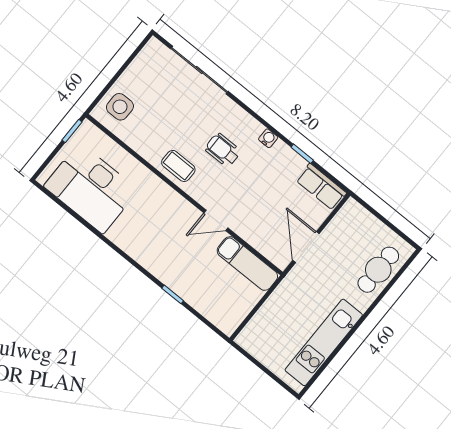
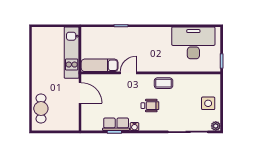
plant: (154, 47) -> (216, 126), added
side table: (120, 107) -> (208, 103), moved
row of seats: (321, 187) -> (116, 124), moved
kitchen unit: (324, 342) -> (72, 53), moved, turned 180

